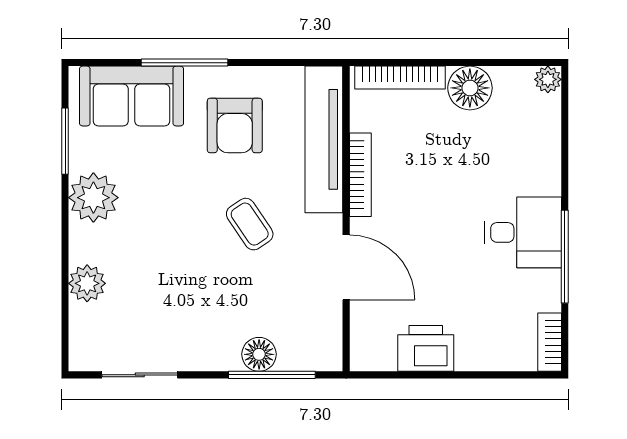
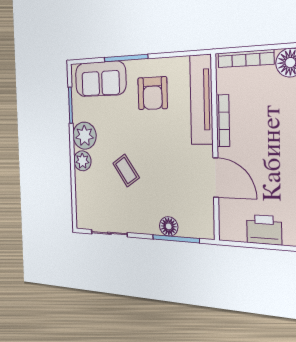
coffee table: (250, 224) -> (126, 171), moved
plant: (87, 283) -> (82, 161), moved

